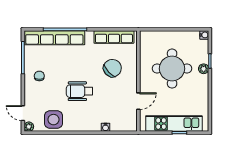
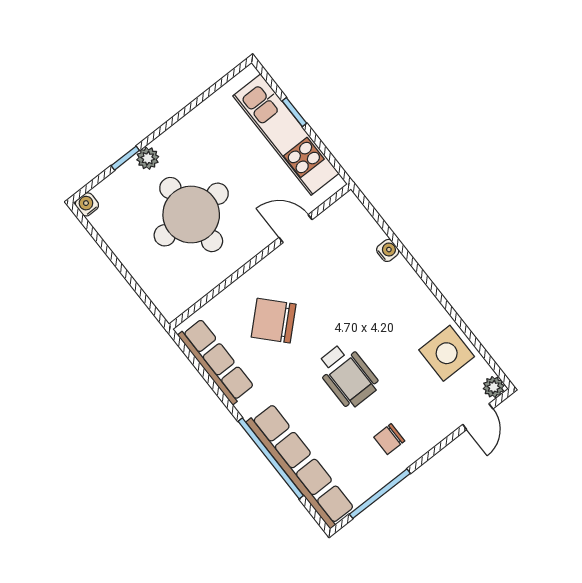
wheelchair: (79, 91) -> (347, 375), moved

